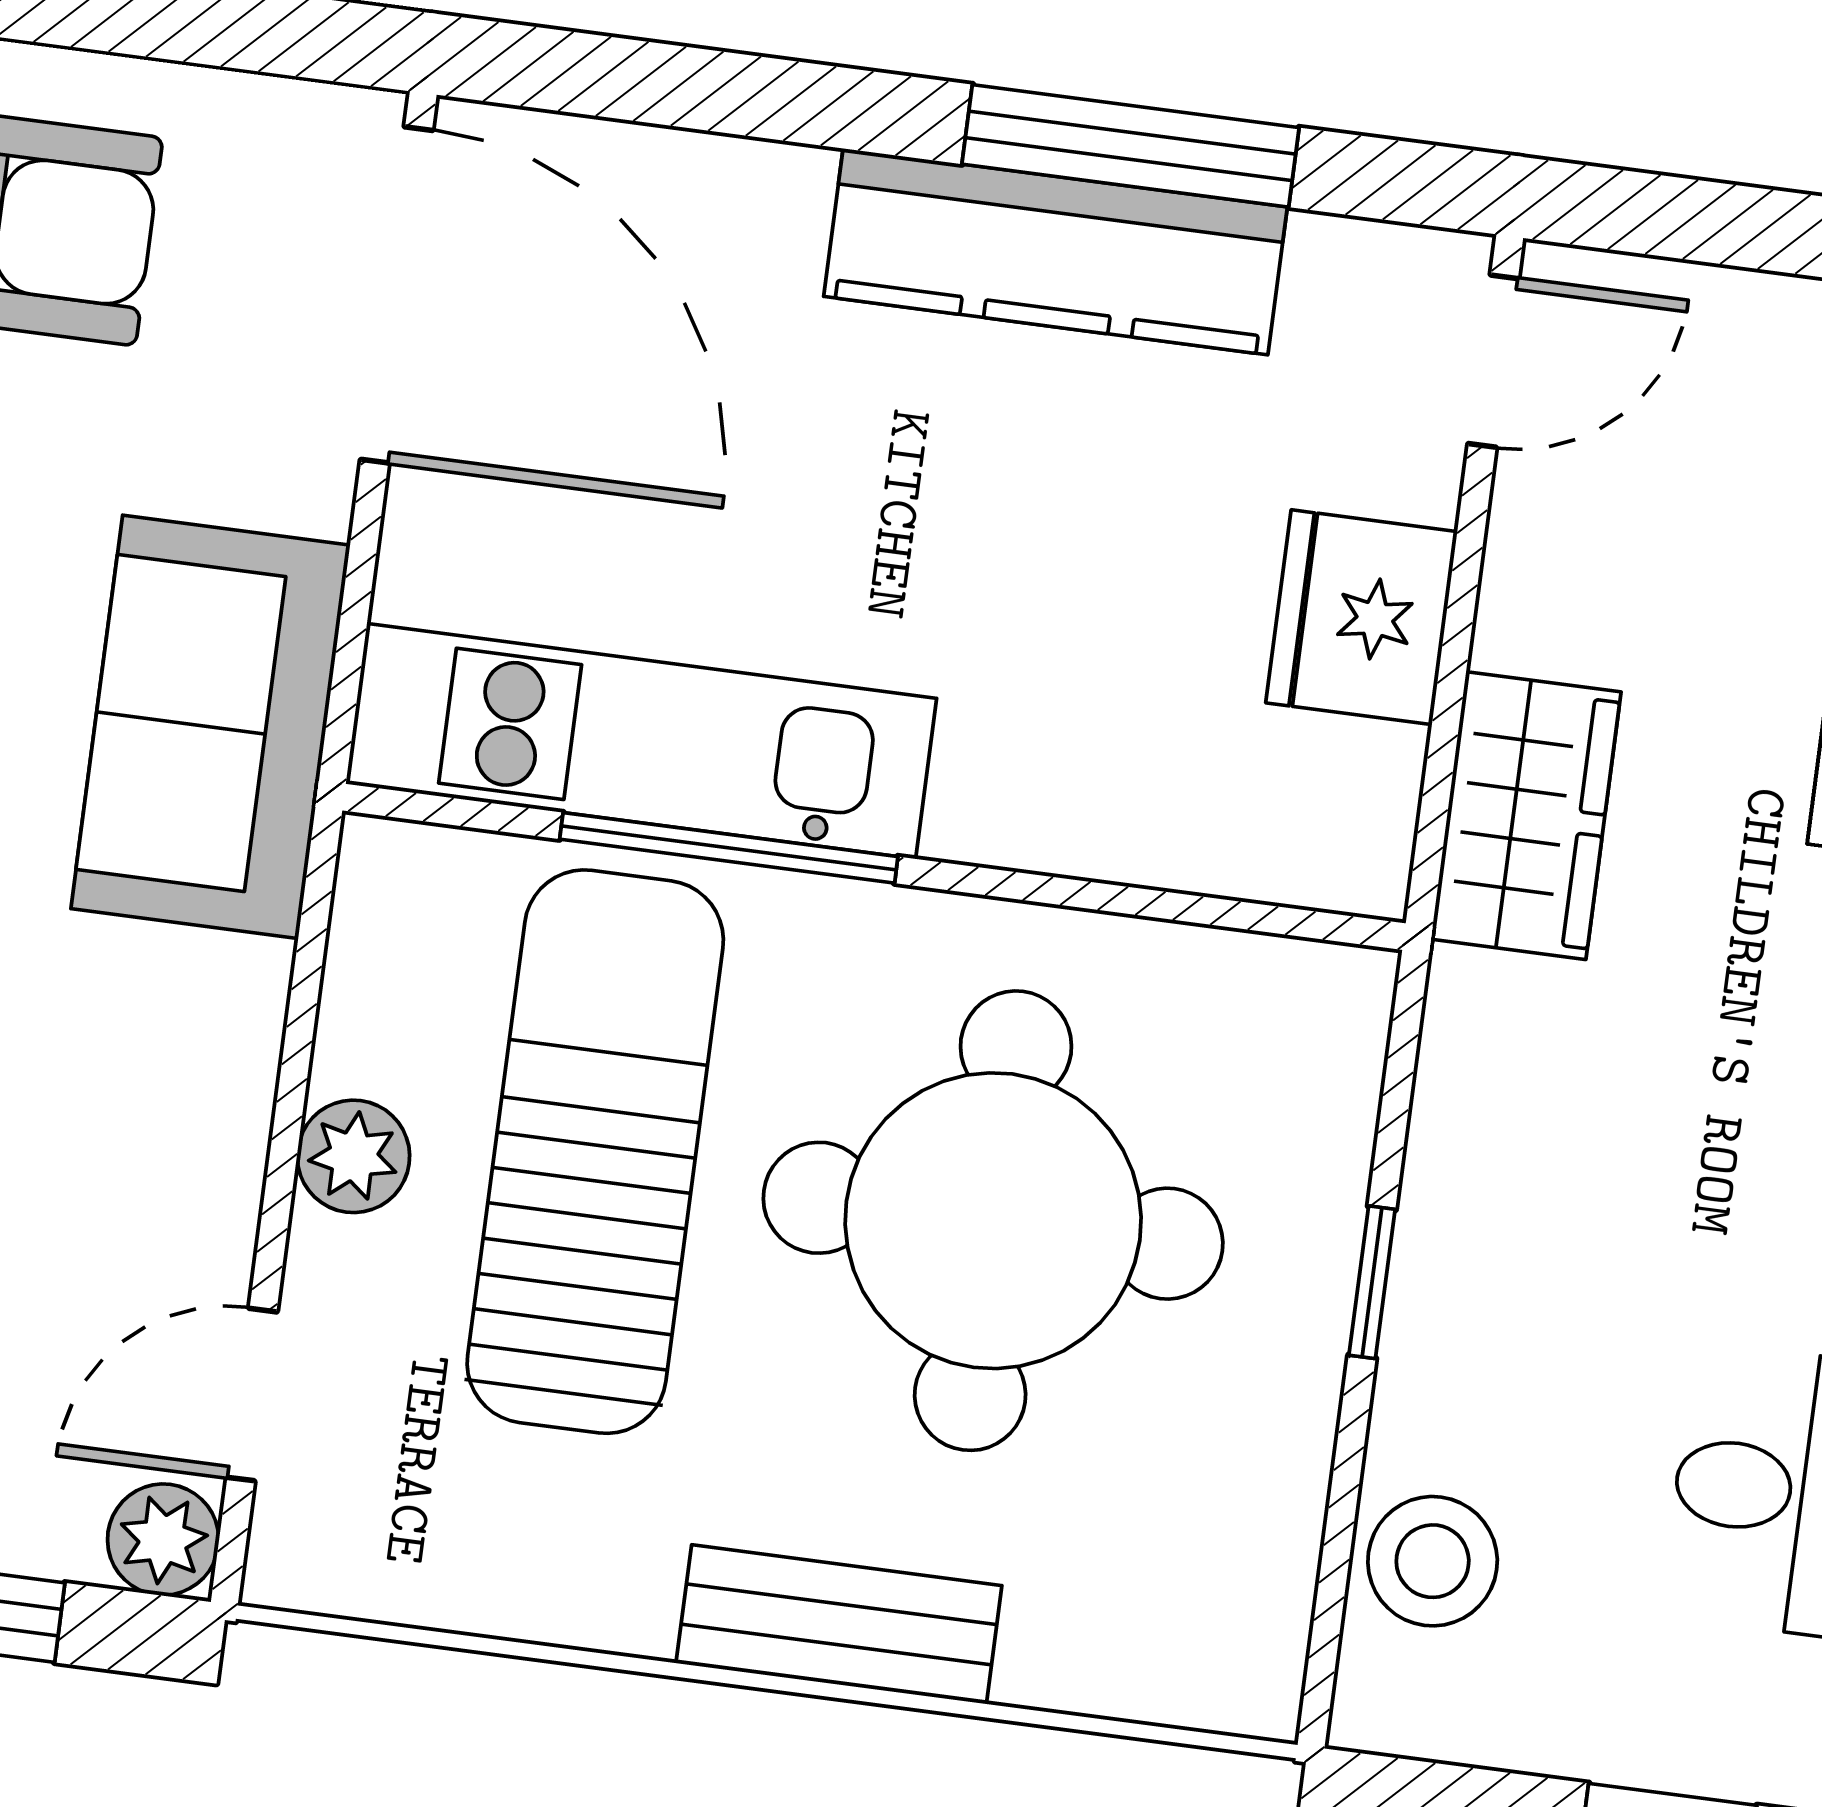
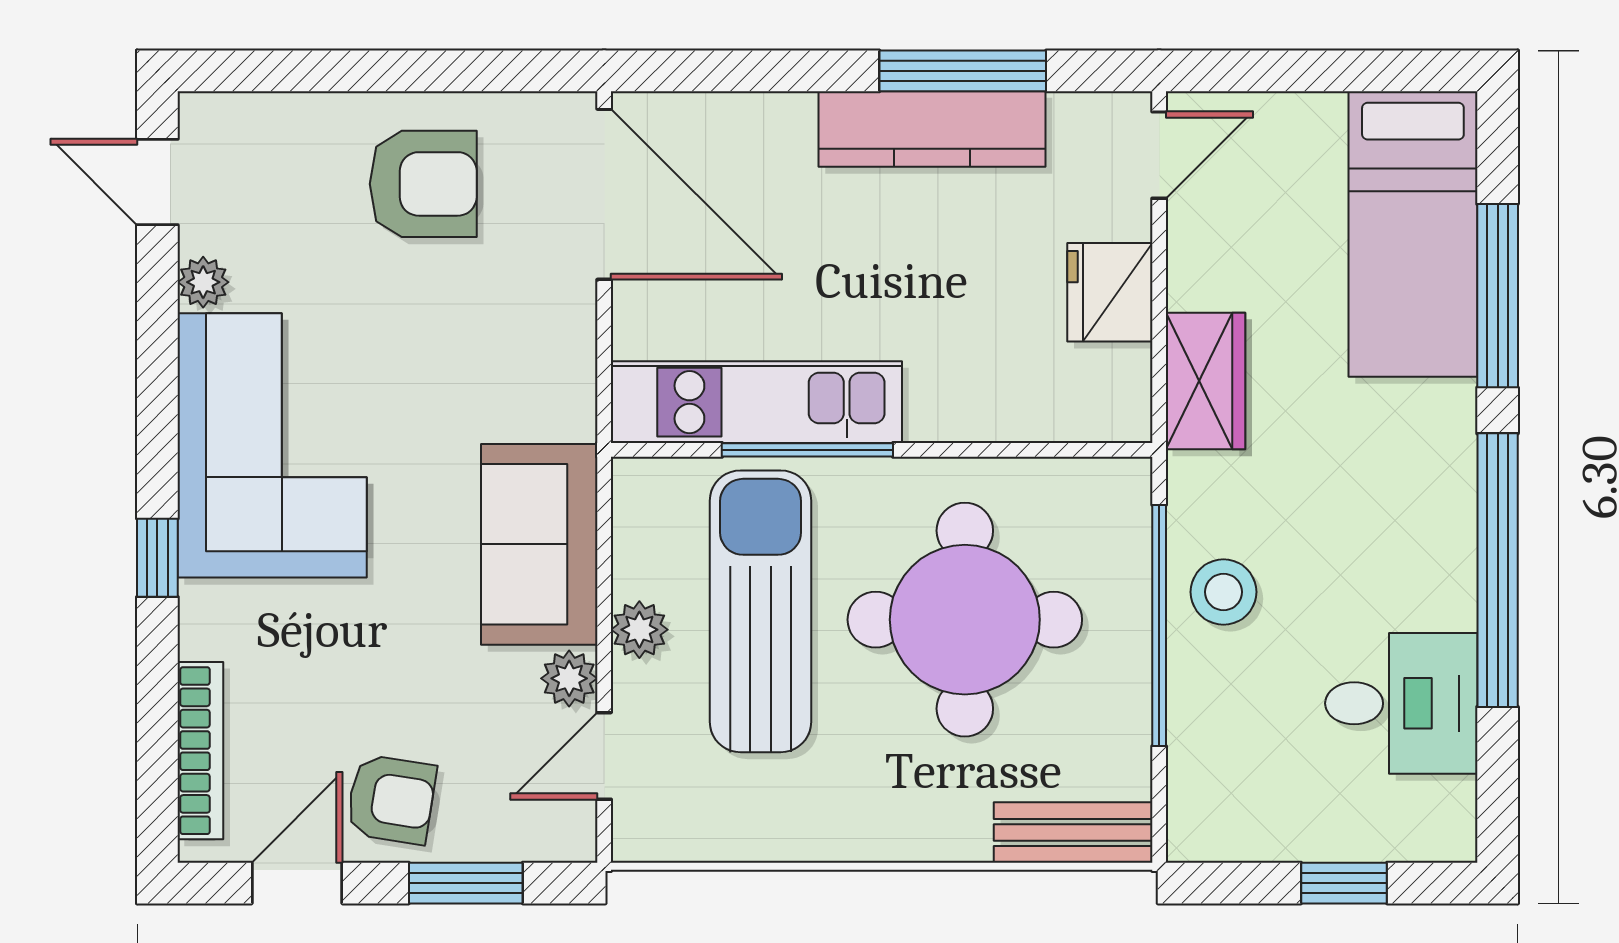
sofa: (210, 727) -> (539, 544), moved
window: (1372, 1282) -> (1159, 625), width x3.17
plant: (163, 1540) -> (569, 678), moved
stool: (1433, 1561) -> (1223, 592), moved
bench: (839, 1624) -> (1073, 832), moved

